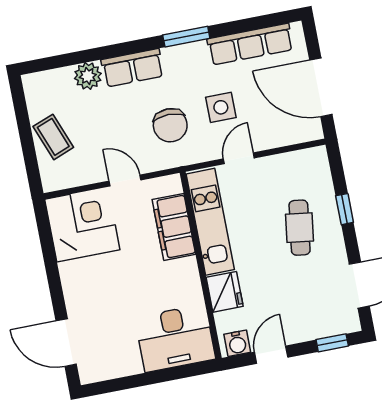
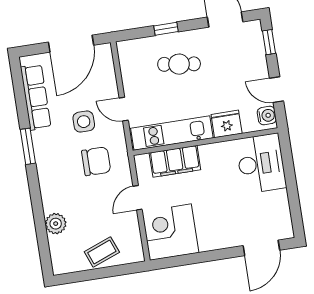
row of seats: (132, 68) -> (51, 189), removed

